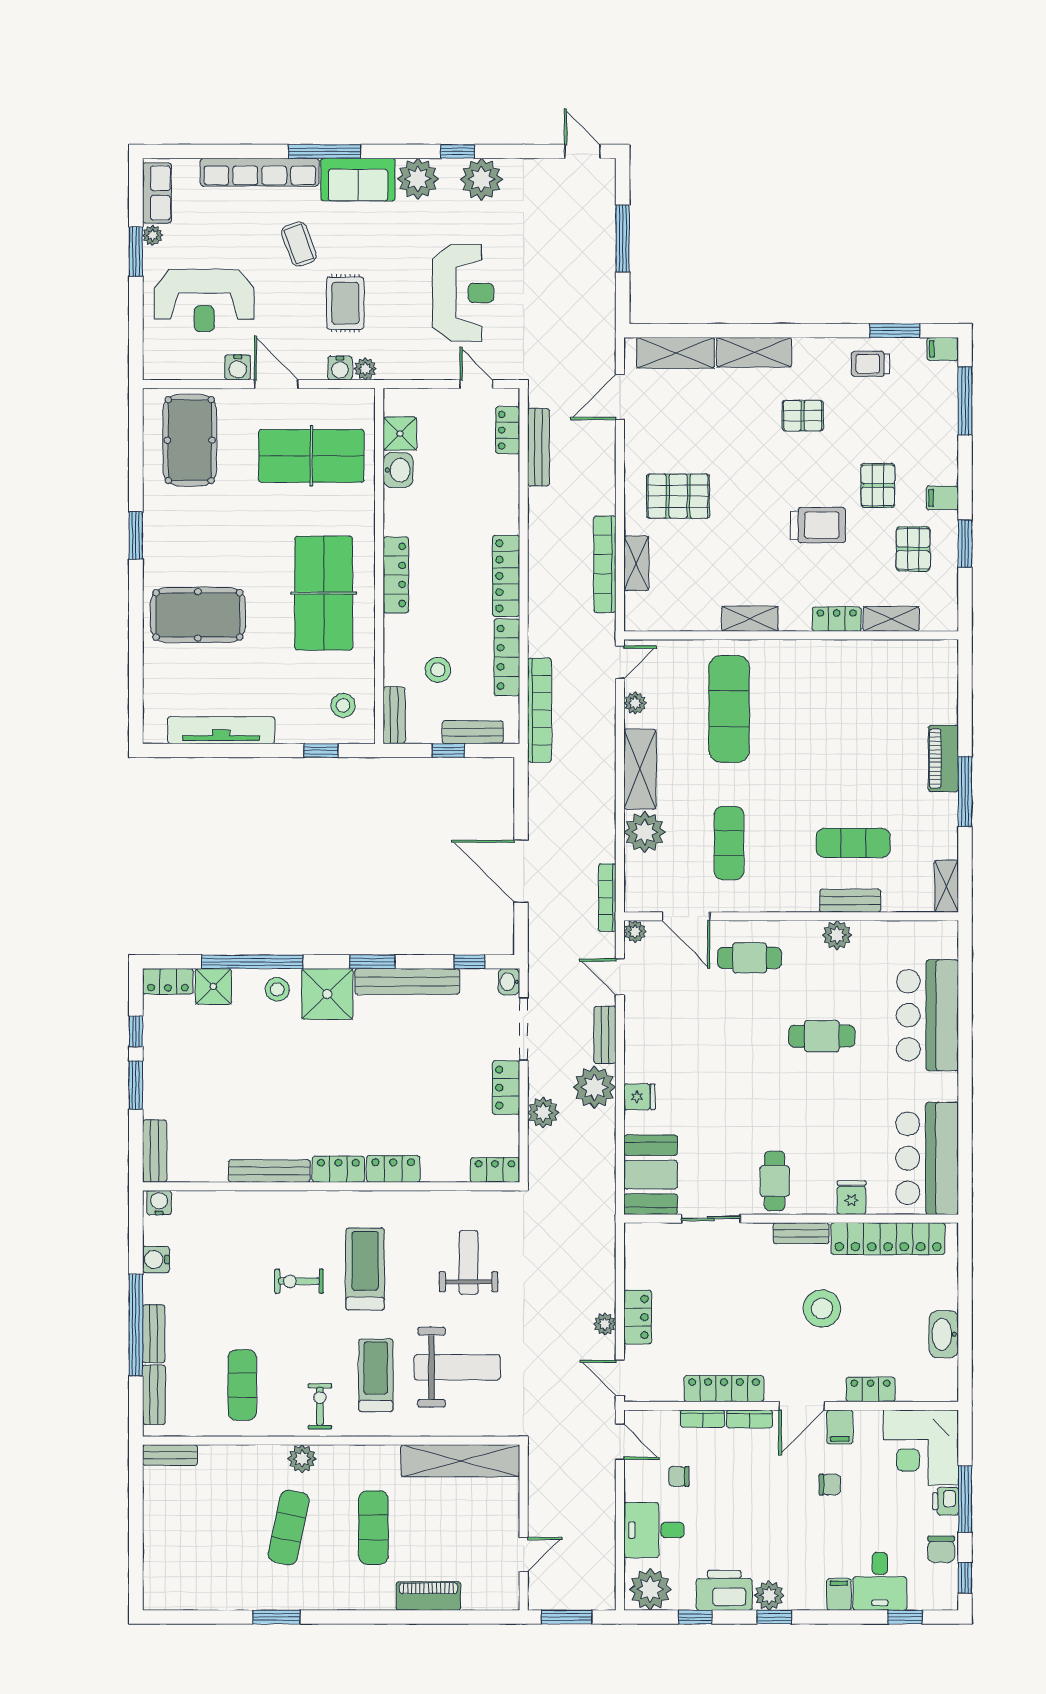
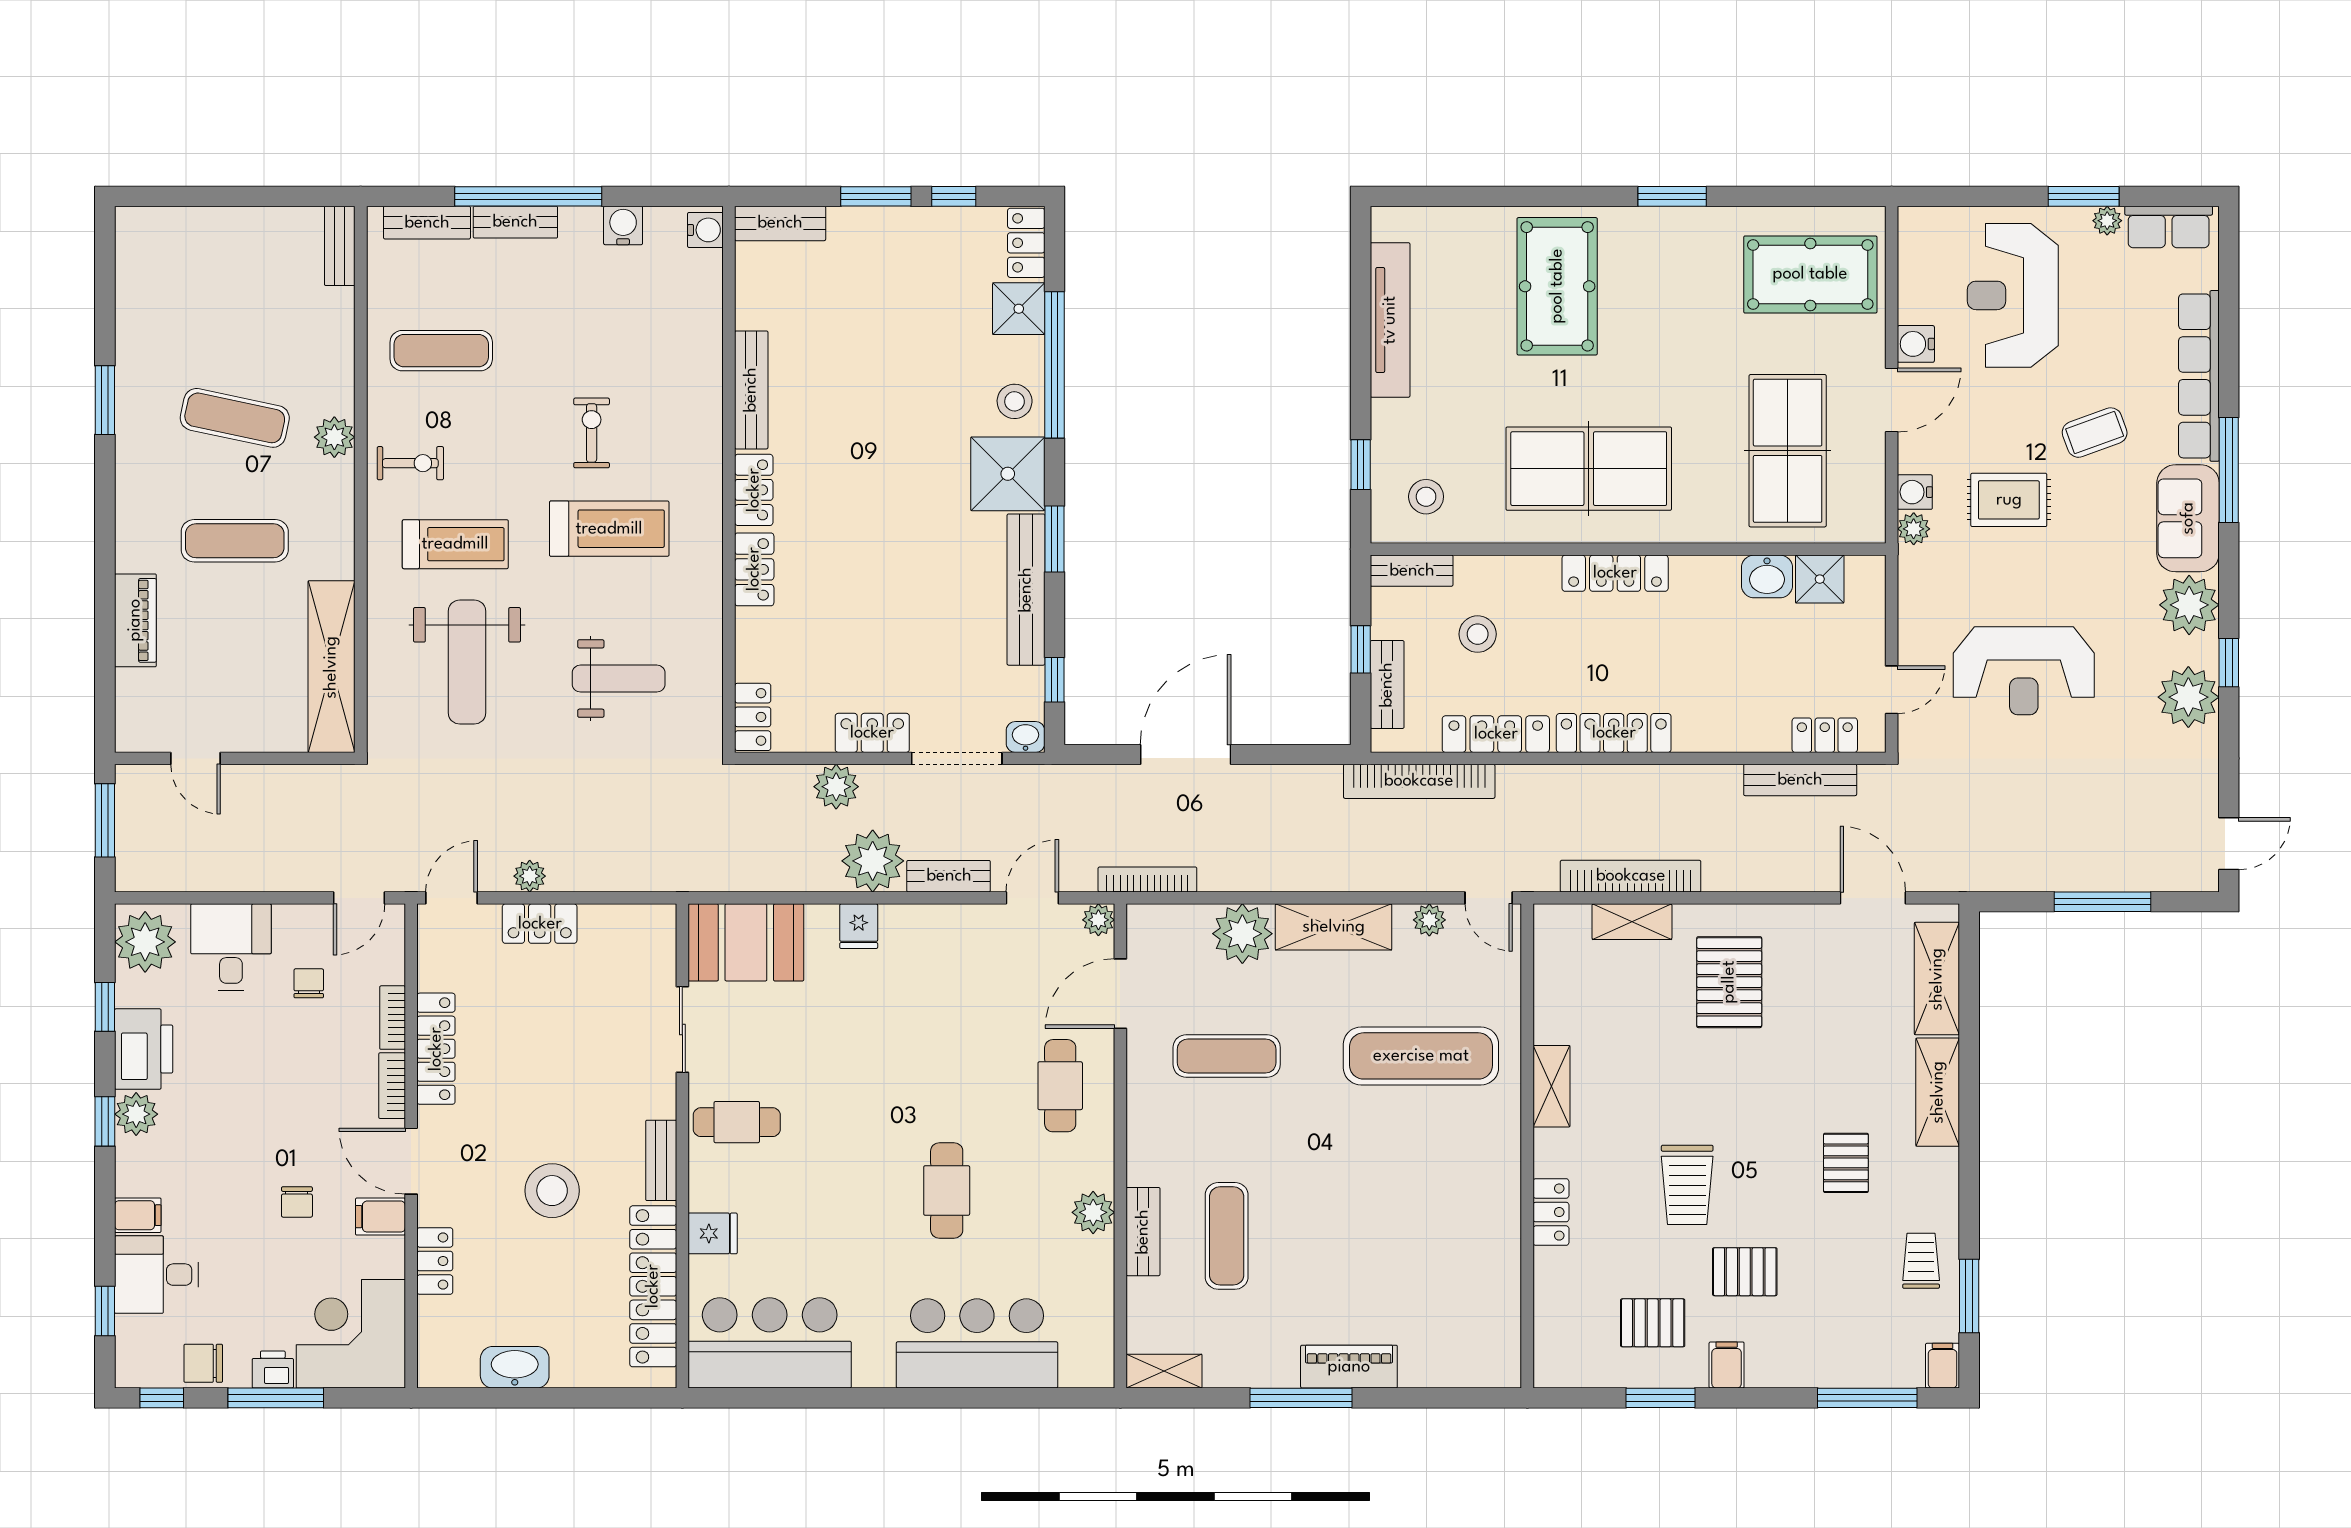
shelving: (891, 619) -> (1551, 1291), removed

